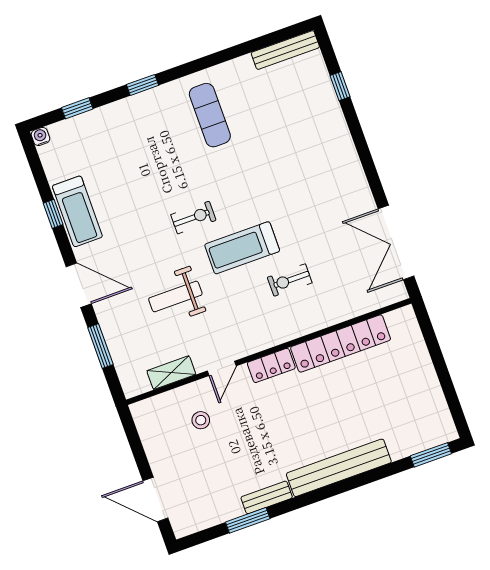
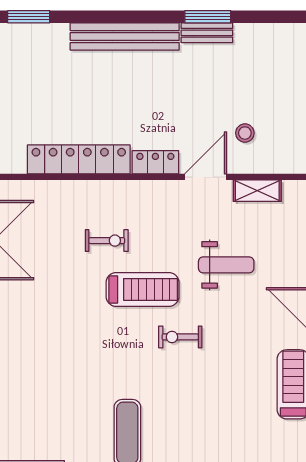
door: (222, 368) -> (206, 177), width x1.38
window: (248, 520) -> (208, 17), moved

